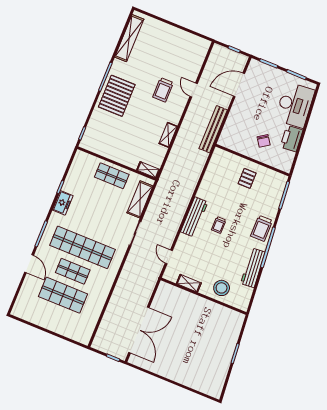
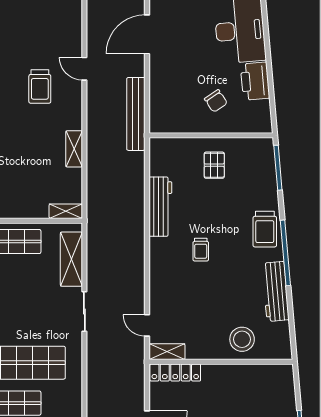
workbench: (194, 217) -> (160, 207), moved
shelving: (189, 283) -> (167, 352), moved
locker: (174, 292) -> (175, 373), added

